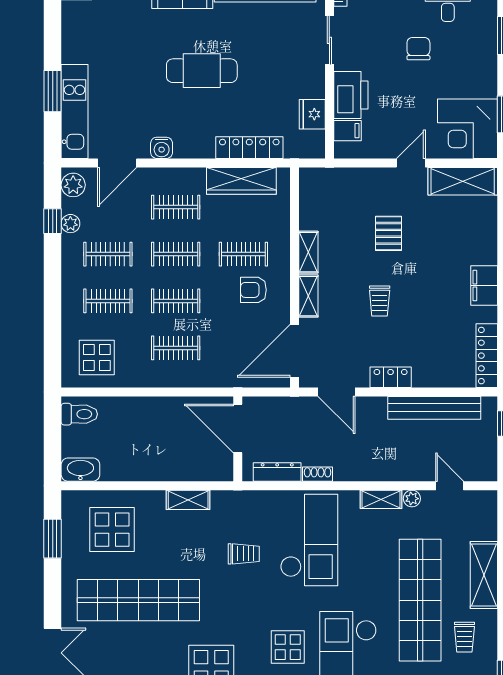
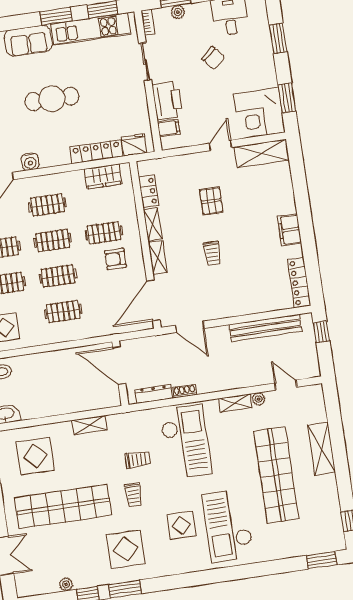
chair: (418, 49) -> (213, 58), turned 140
fridge: (312, 114) -> (134, 145), moved, turned 90
wardrobe: (241, 181) -> (103, 176), width x0.67
locker: (391, 377) -> (149, 191), moved, turned 90
trolley: (464, 637) -> (133, 495), moved

